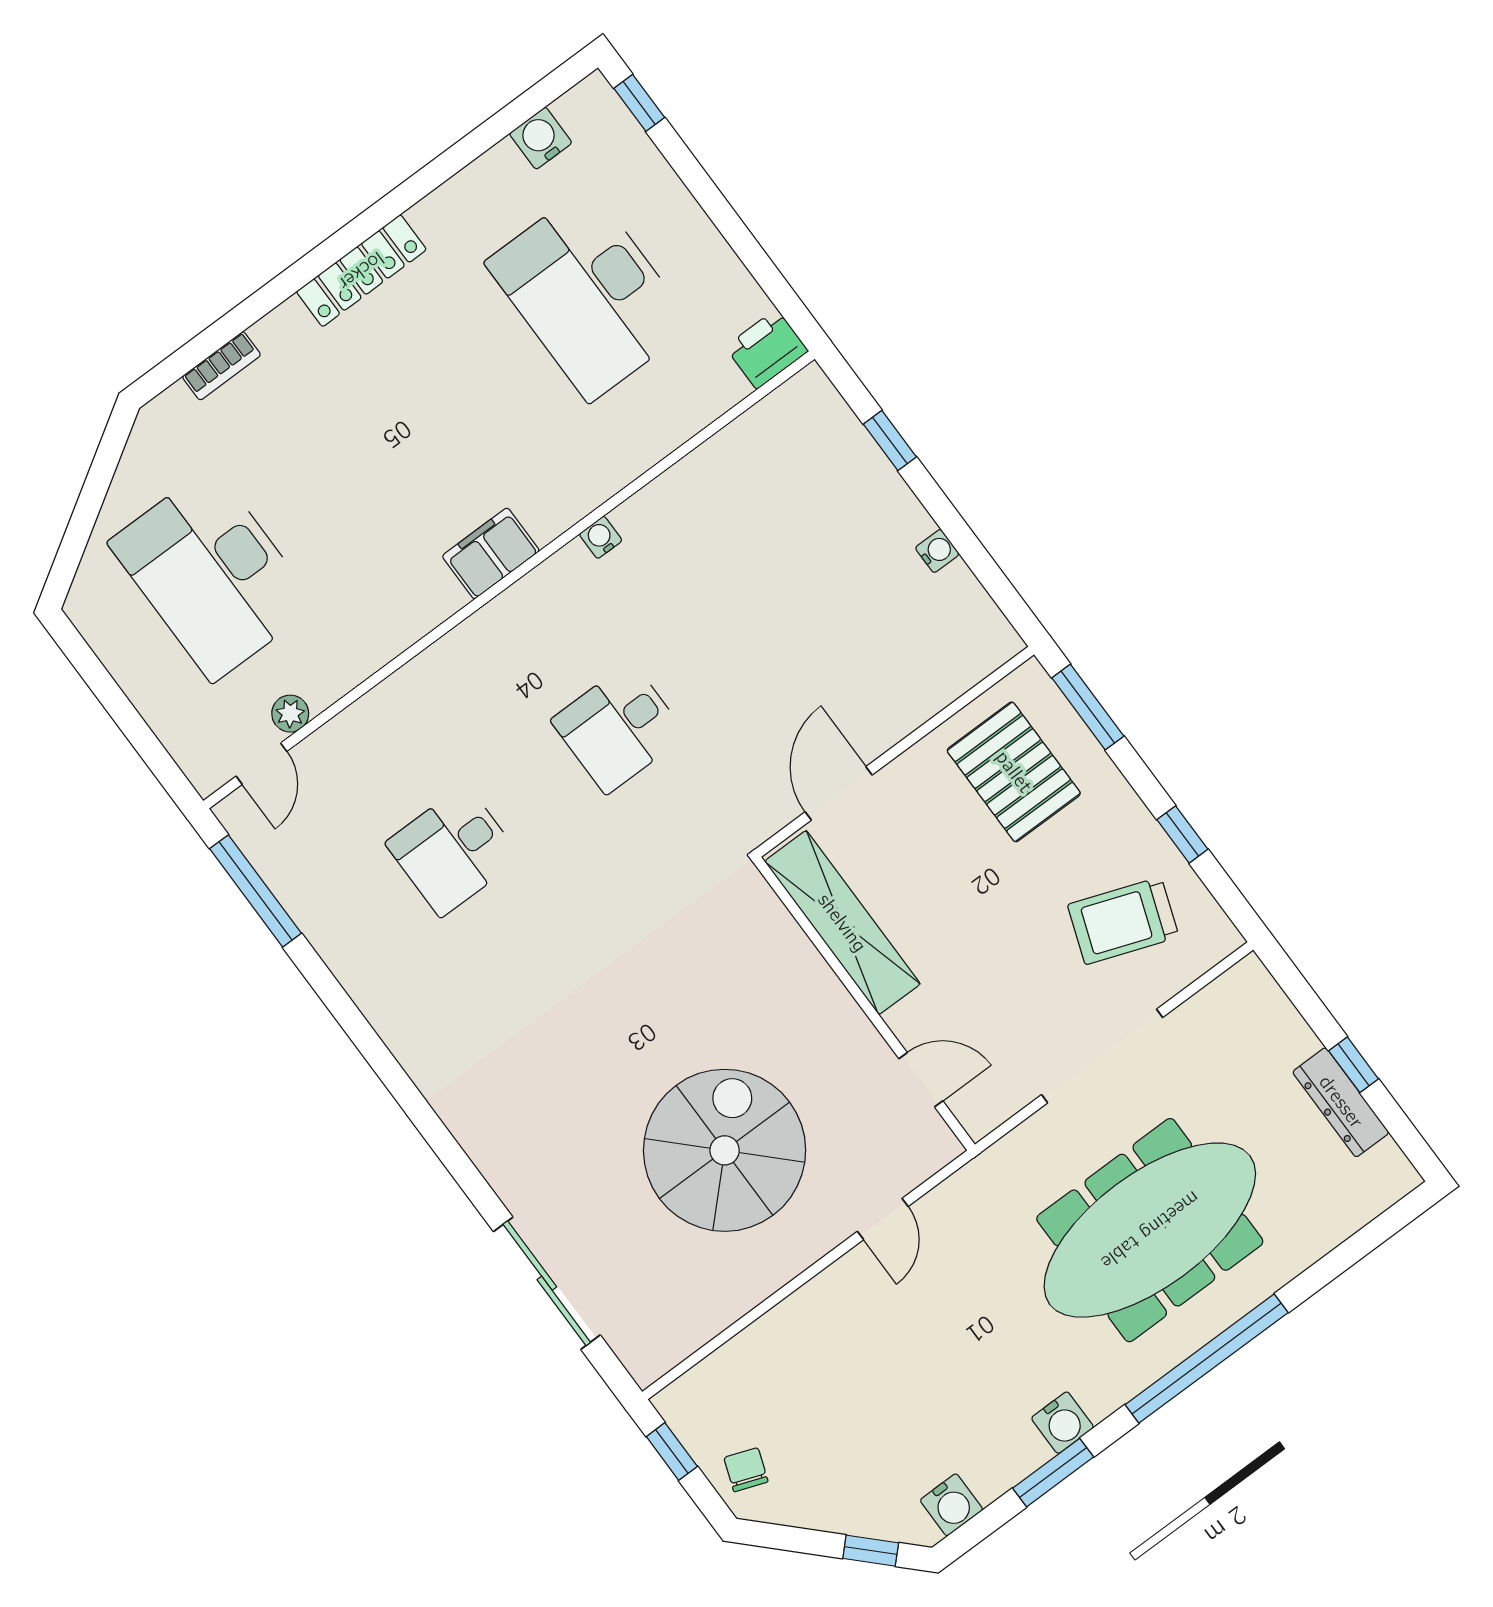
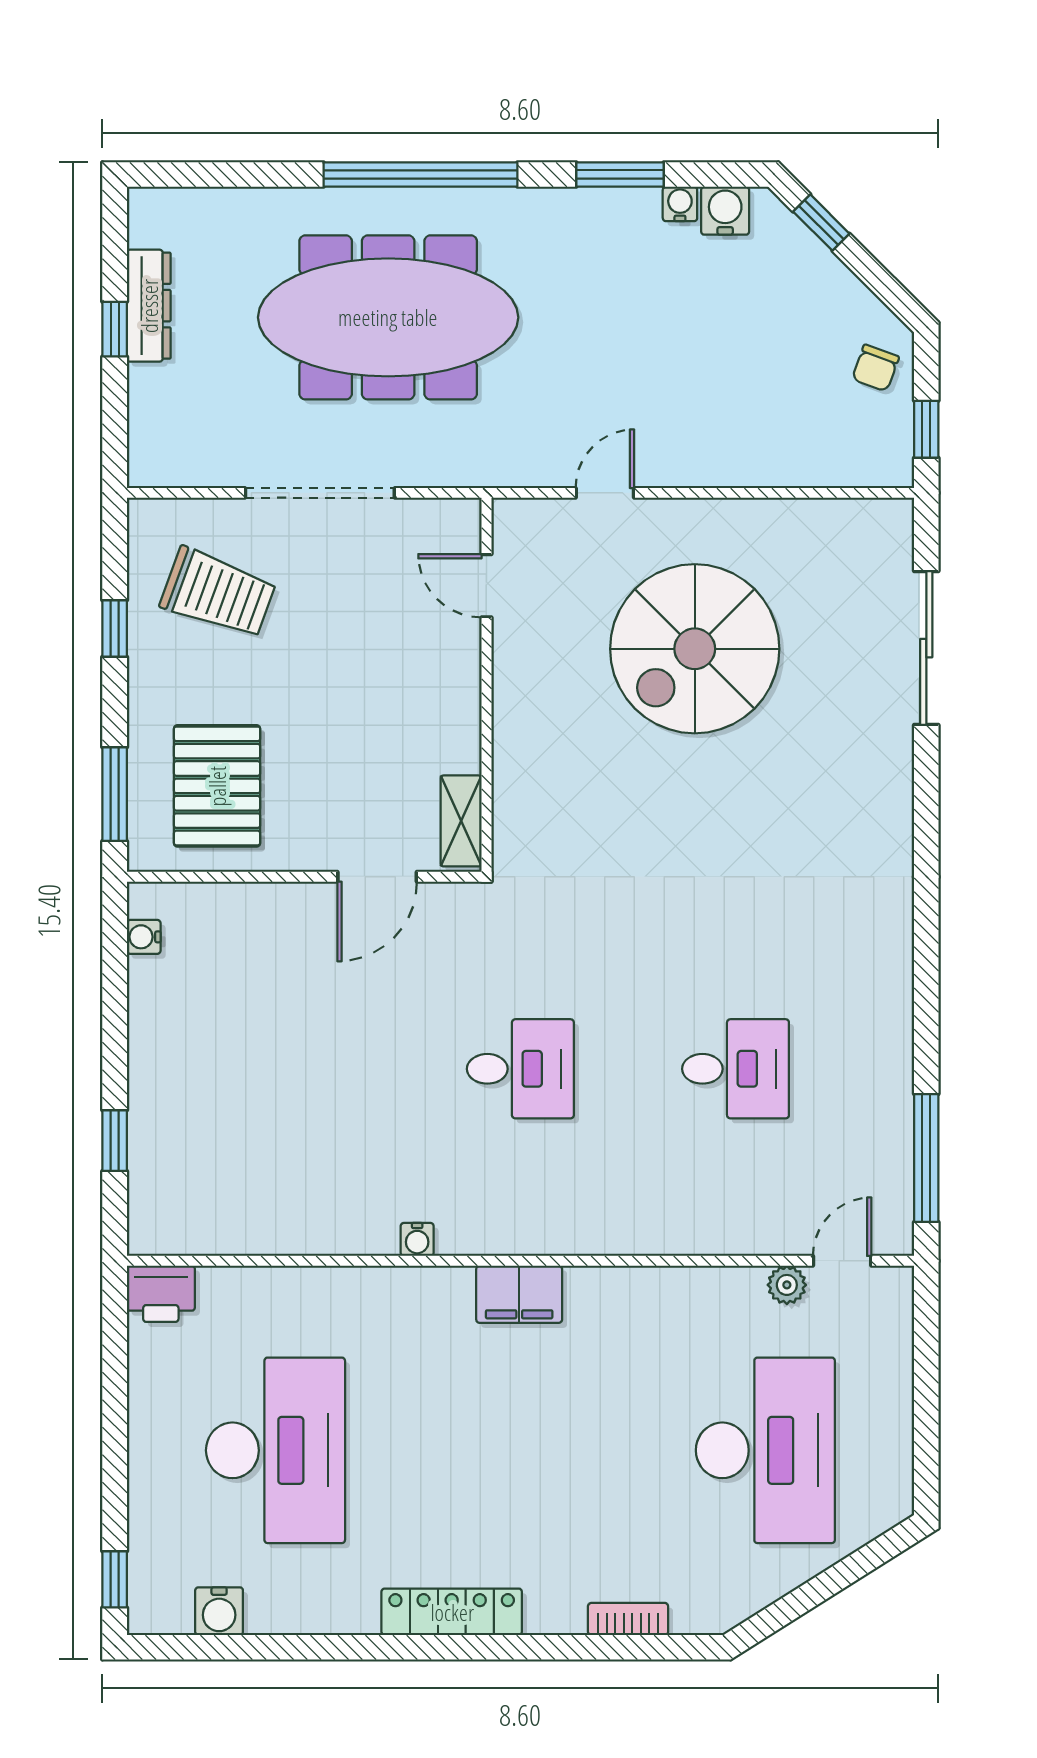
water cooler: (937, 551) -> (144, 937), moved
shelving: (842, 923) -> (461, 821), width x0.45, depth x0.75
water cooler: (1062, 1423) -> (680, 204), moved, width x0.72, depth x0.72

